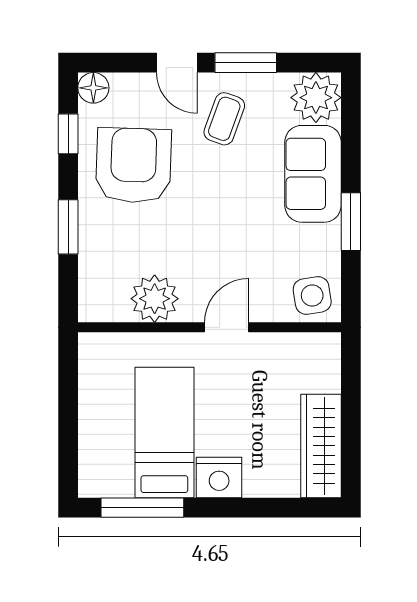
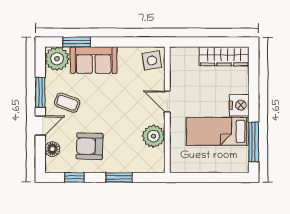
floor lamp: (93, 88) -> (52, 149), moved
armchair: (133, 165) -> (90, 146), width x0.73, depth x0.73
window: (351, 222) -> (77, 42), moved

